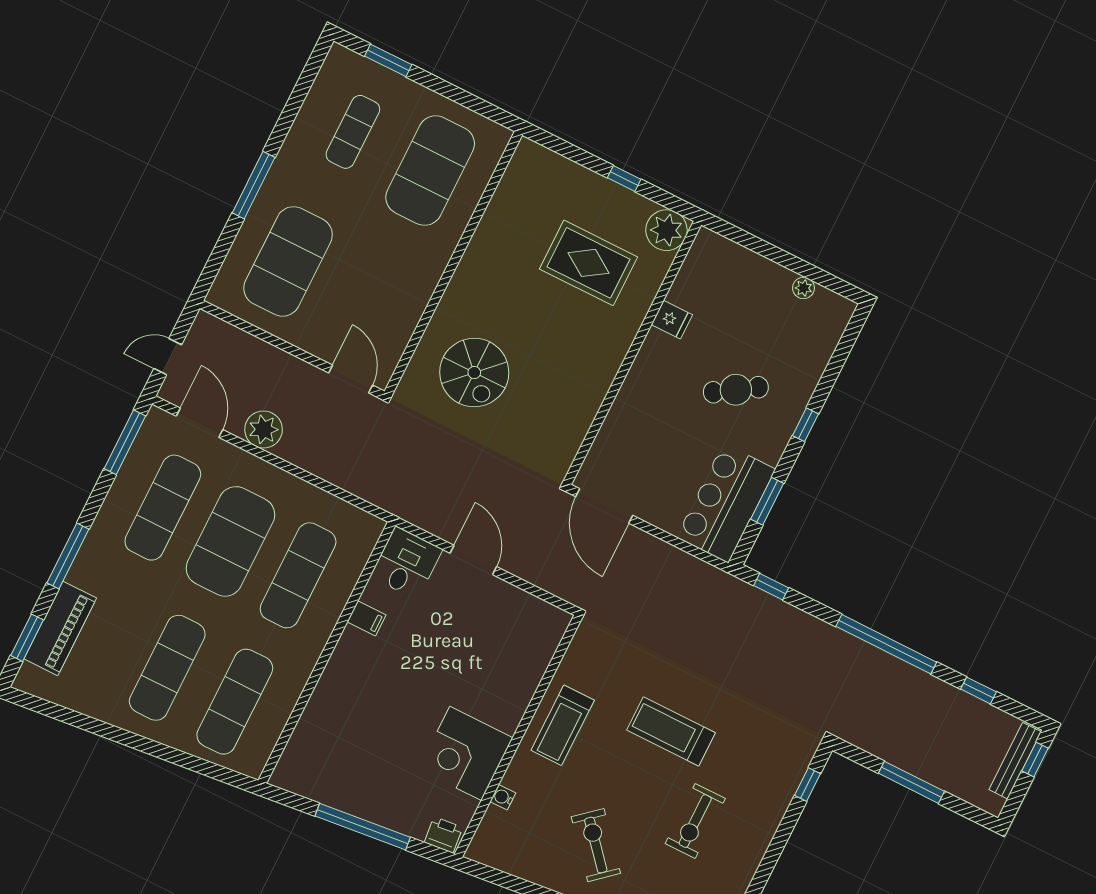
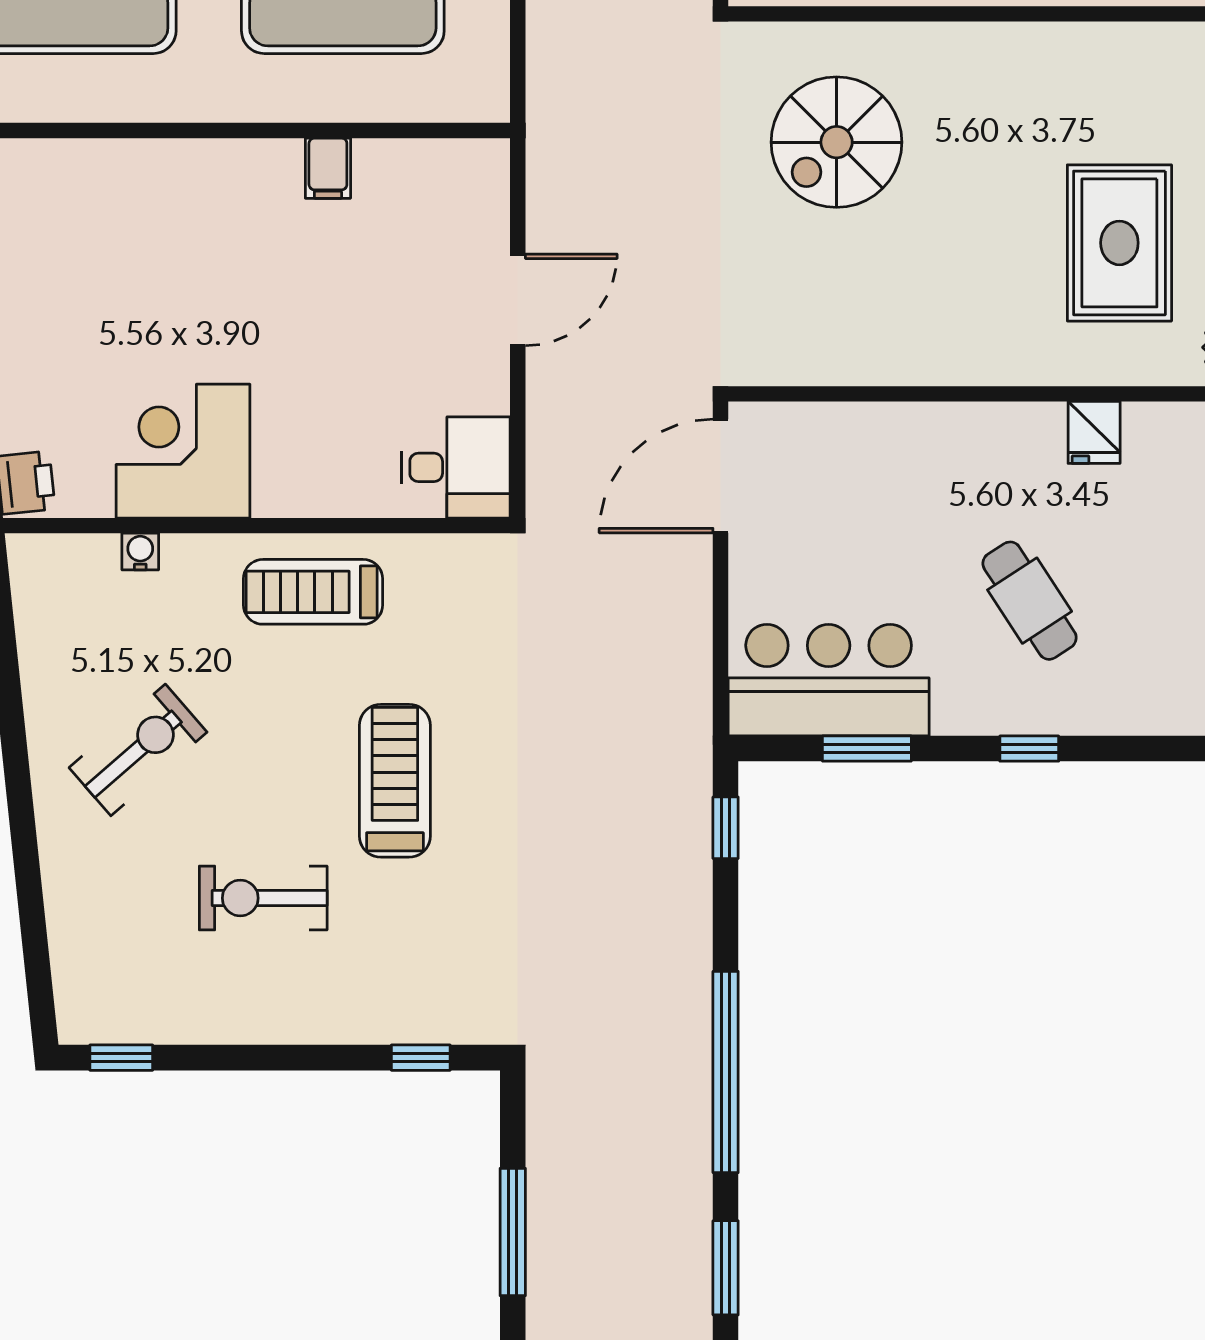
desk: (406, 563) -> (456, 467), moved
window: (978, 690) -> (726, 1268), width x1.50

